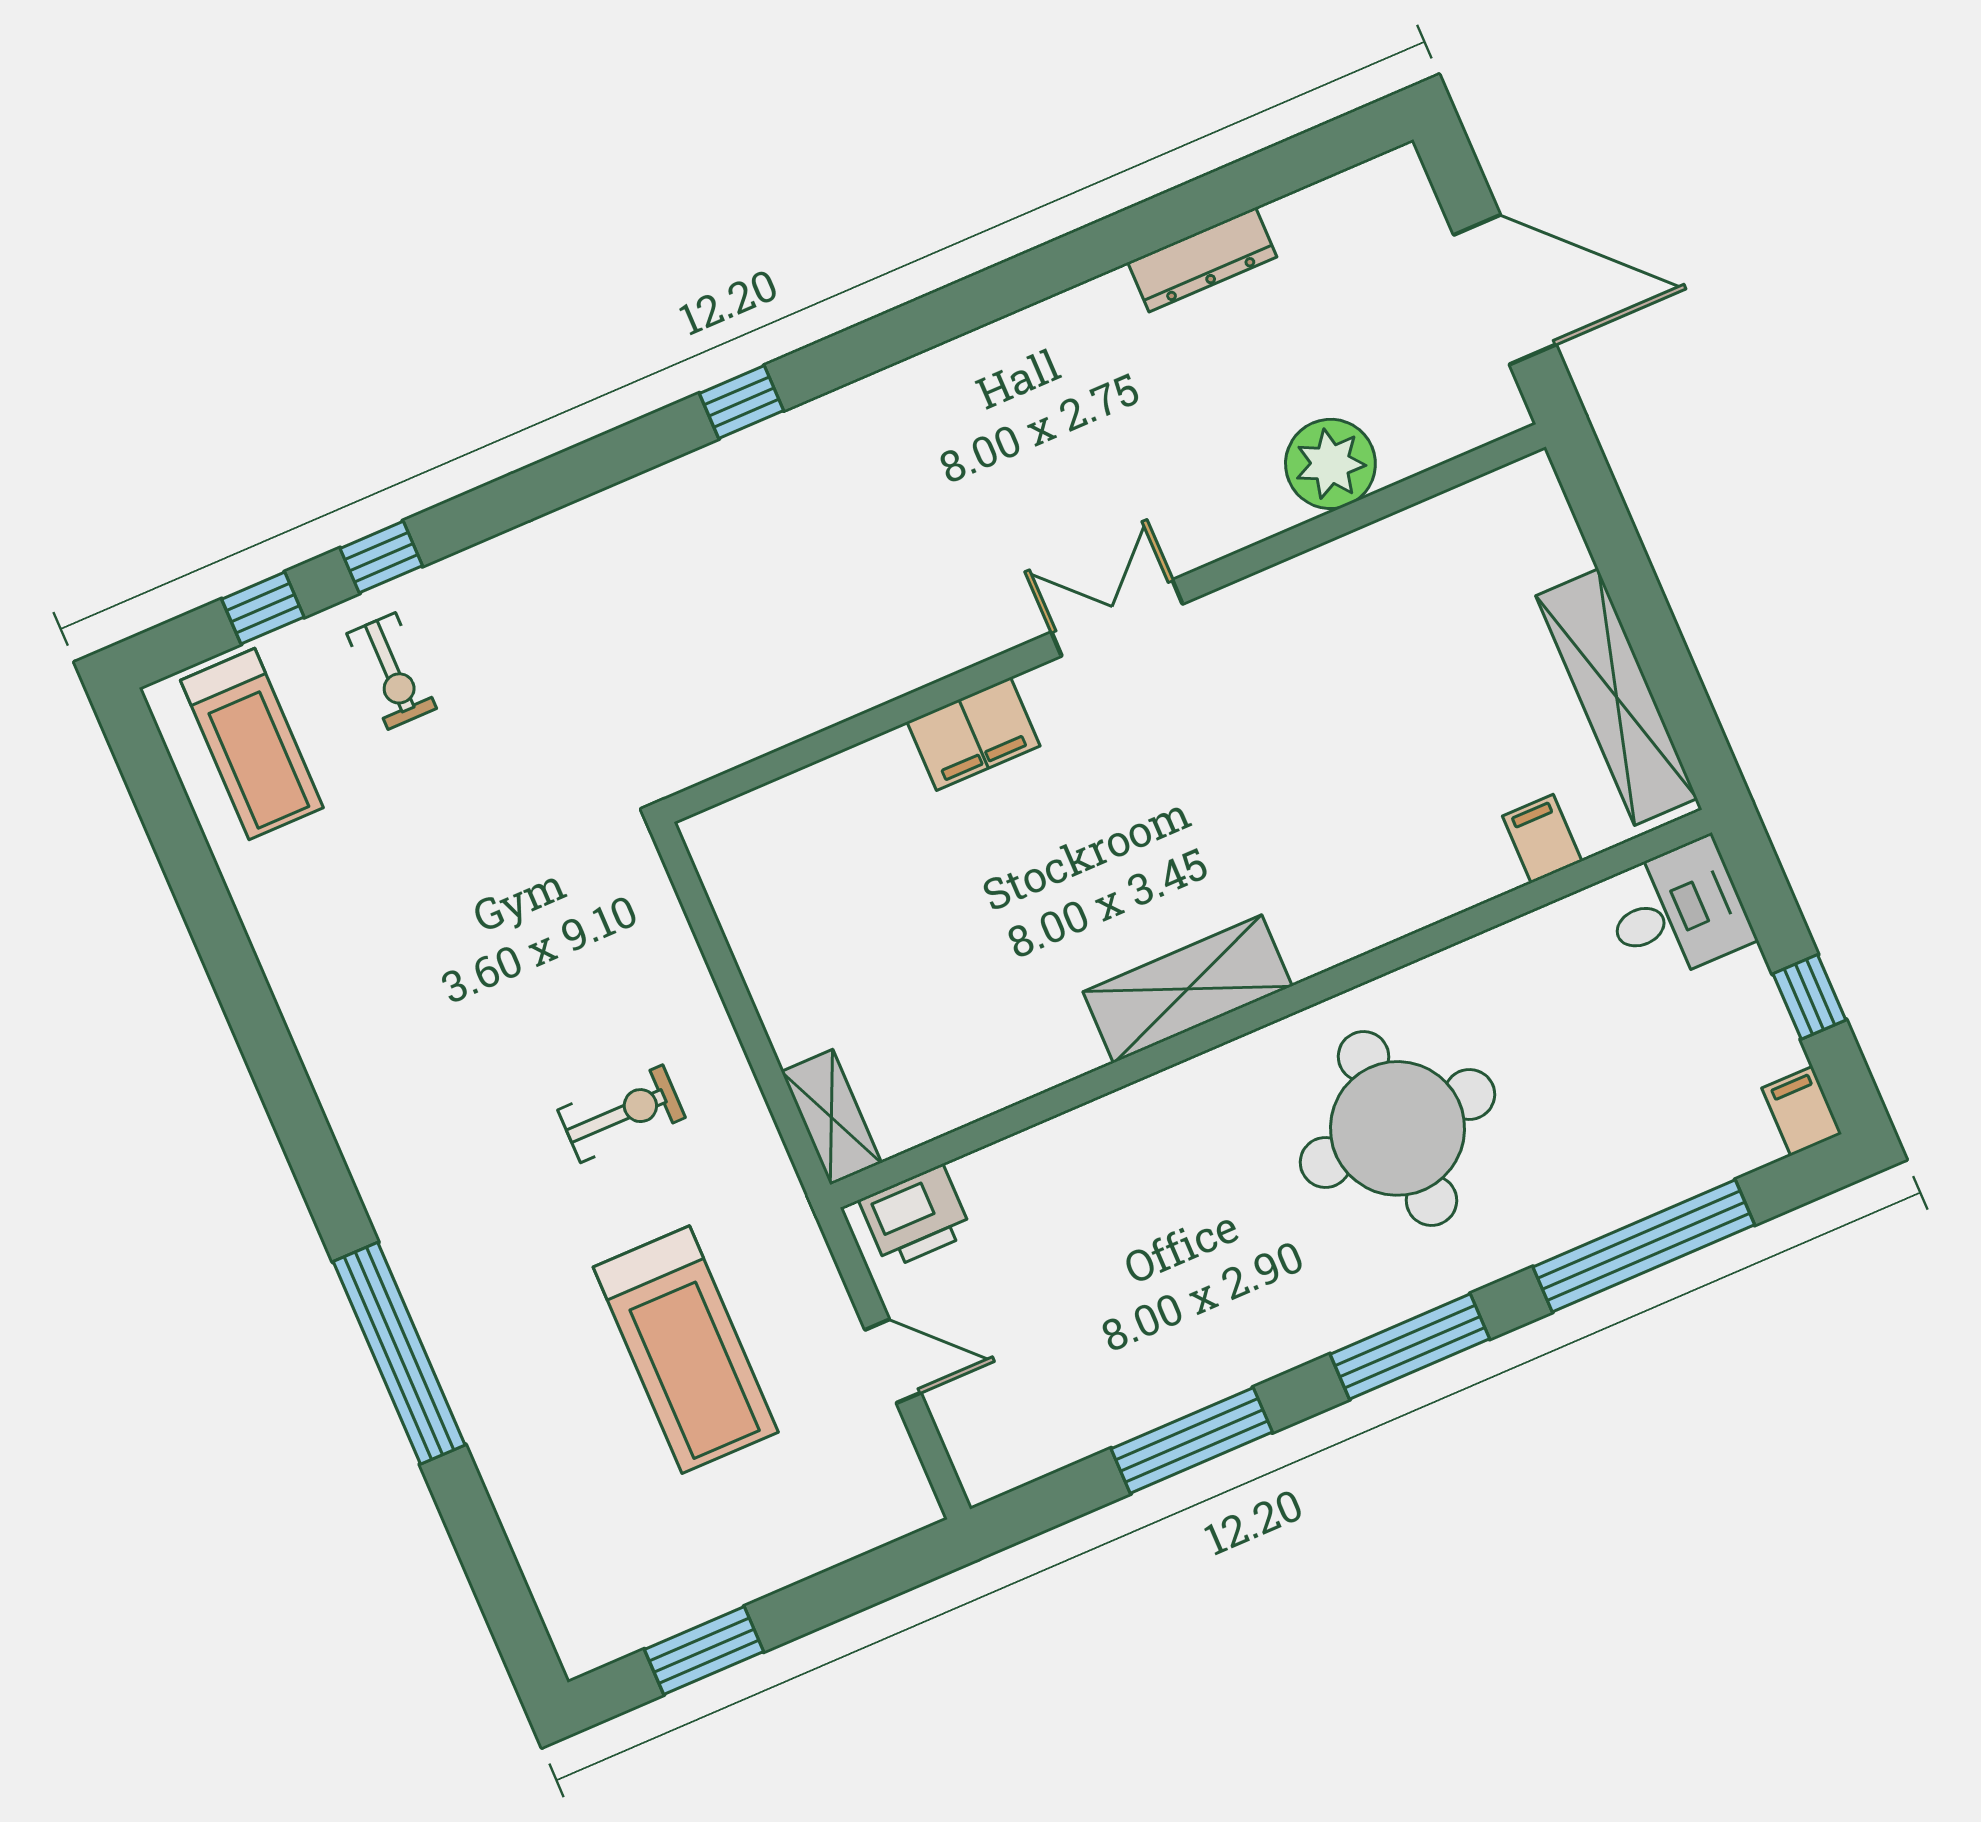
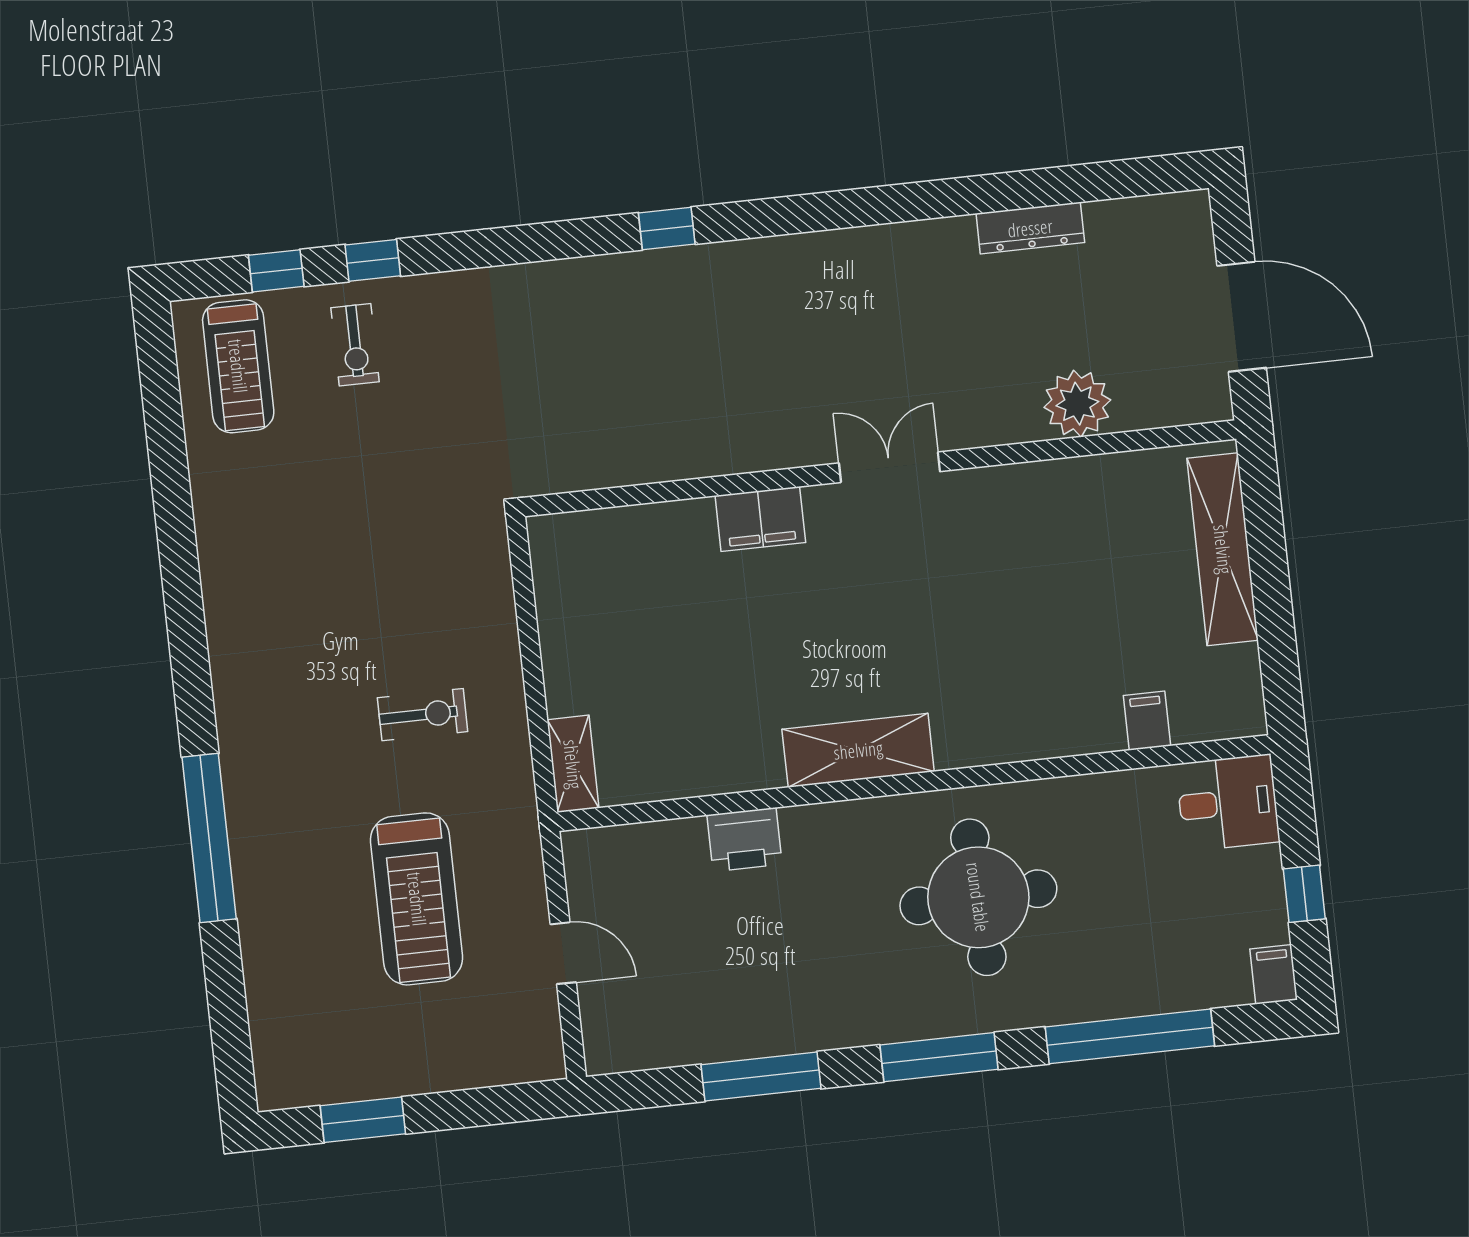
shelving: (1617, 697) -> (1223, 549), moved
printer: (915, 1217) -> (744, 840), moved

